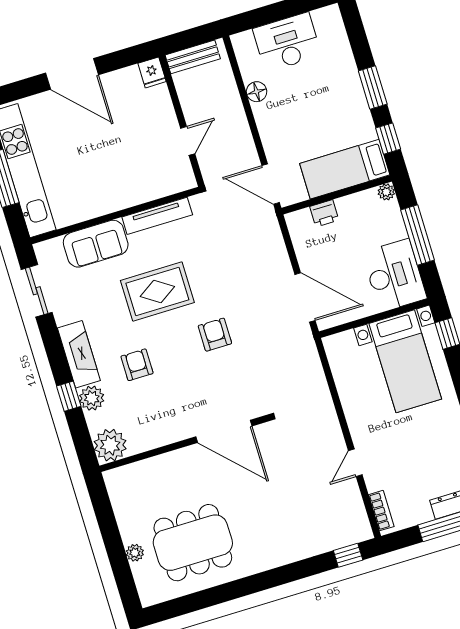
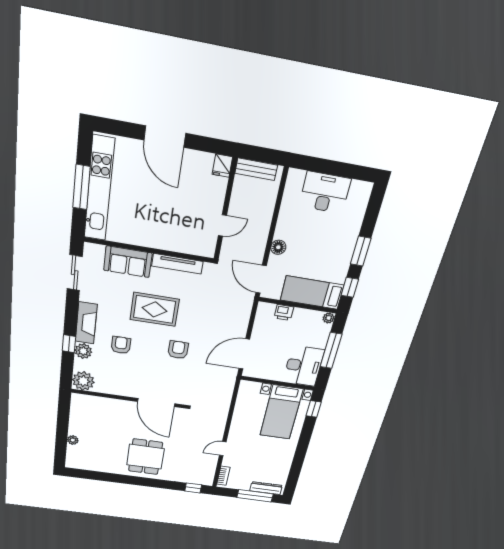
floor lamp: (257, 92) -> (278, 247), moved
door: (305, 297) -> (244, 354), swing flipped
dining table: (193, 543) -> (145, 457), moved, width x0.73

